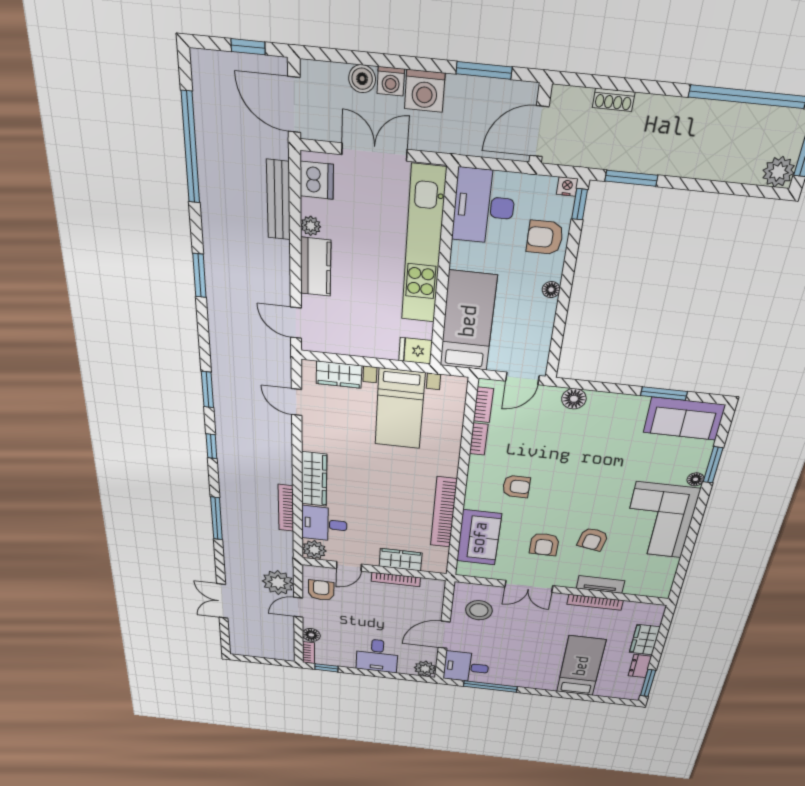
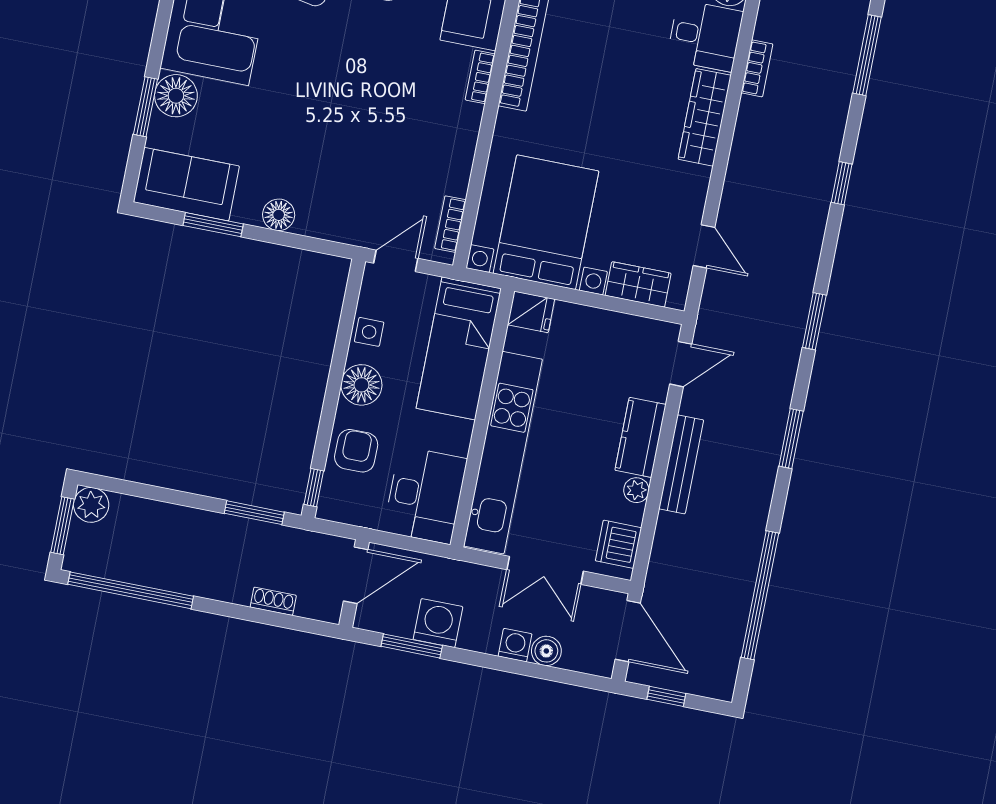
washing machine: (425, 91) -> (438, 623), moved
nightstand: (567, 186) -> (327, 510), removed
bench: (278, 200) -> (681, 464), moved
armchair: (545, 237) -> (356, 451), turned -90
floor lamp: (551, 290) -> (361, 385), width x1.89, depth x1.89
door: (296, 323) -> (681, 364), hinge flipped
side table: (540, 328) -> (369, 332), added
window: (207, 390) -> (814, 321), moved
floor lamp: (574, 399) -> (279, 215), moved
bed with nightstands: (400, 409) -> (546, 222), width x1.36
bookcase: (479, 439) -> (480, 77), moved
floor lamp: (696, 479) -> (176, 96), width x1.89, depth x1.89
armchair: (516, 487) -> (416, 87), removed
bookcase: (286, 508) -> (757, 68), width x0.64

